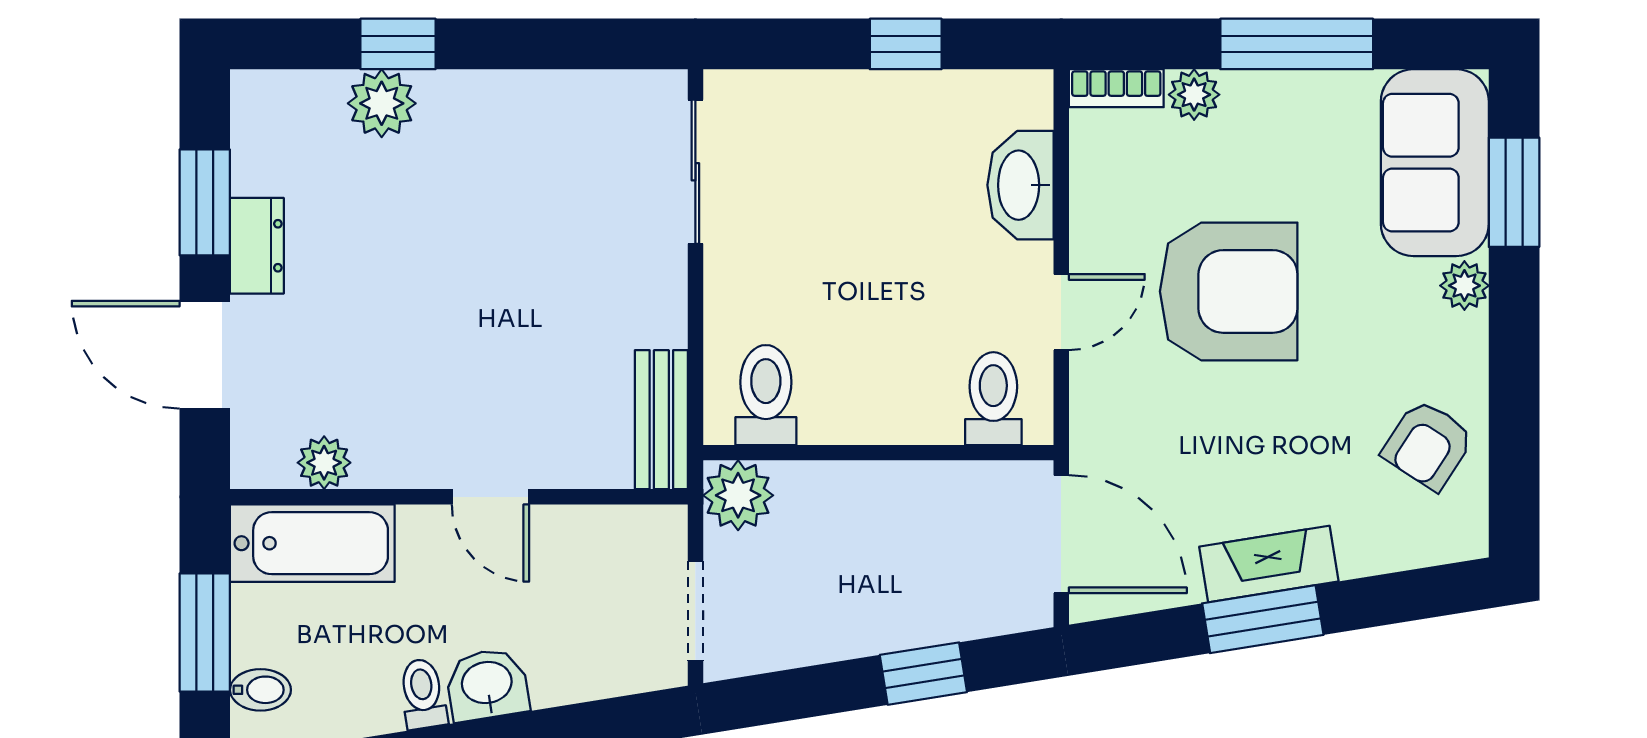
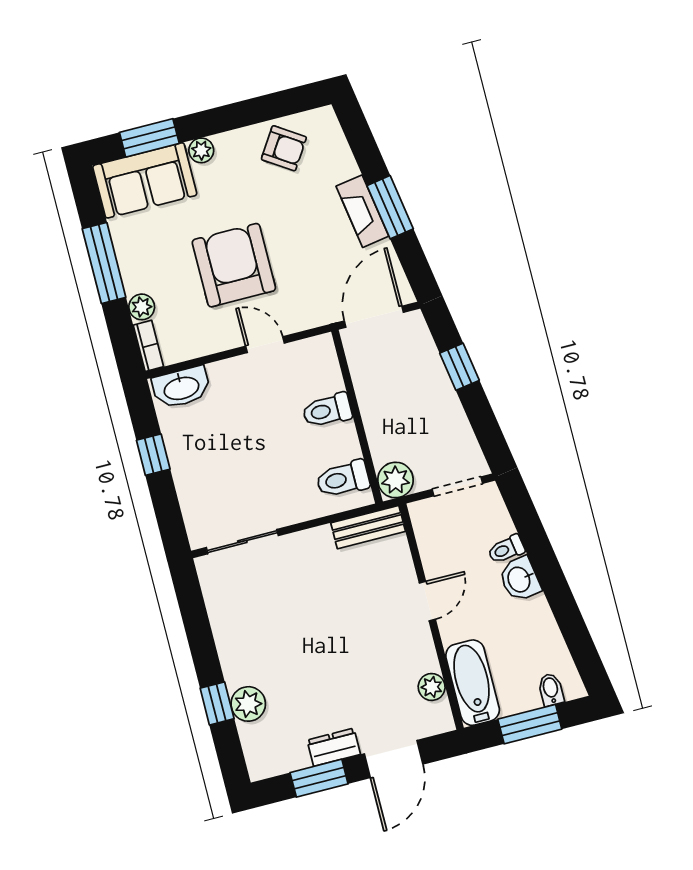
washbasin: (1021, 185) -> (181, 387), moved
toilet: (993, 399) -> (327, 410), moved
toilet: (423, 694) -> (506, 549), moved

